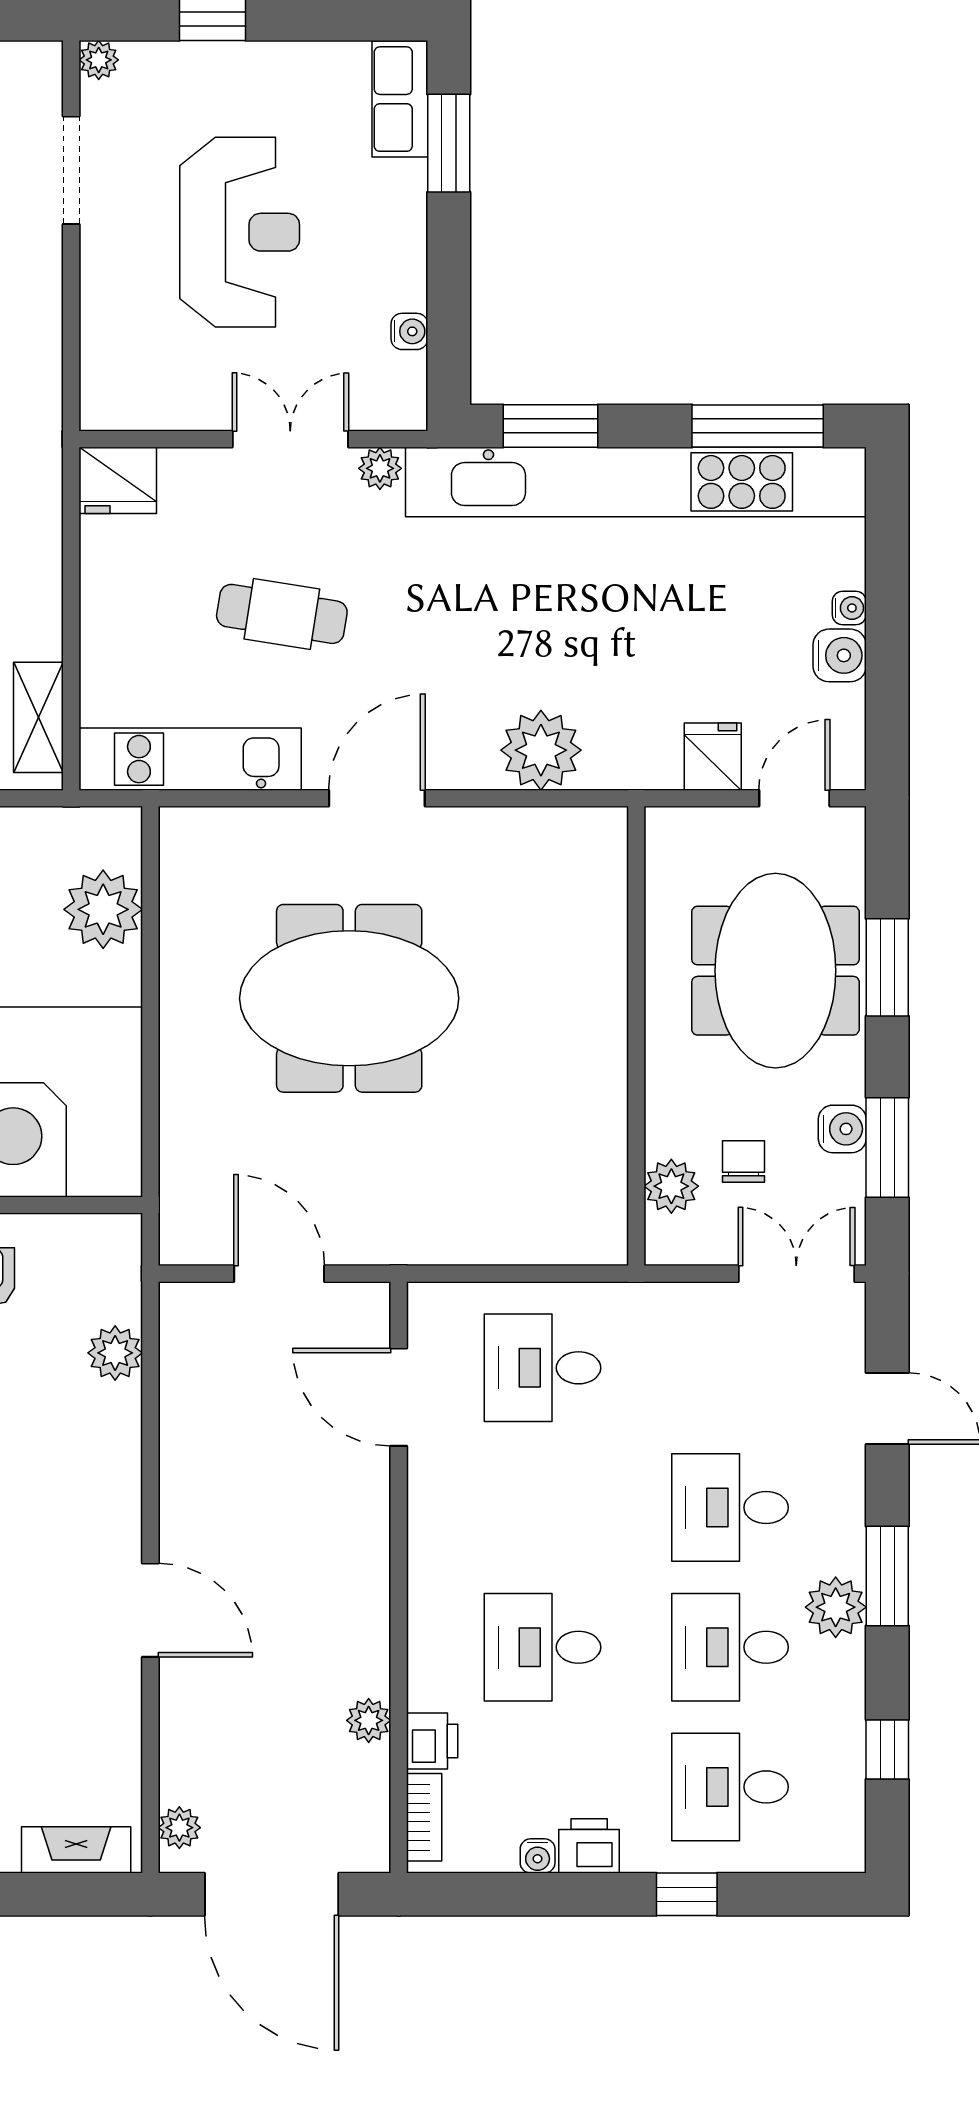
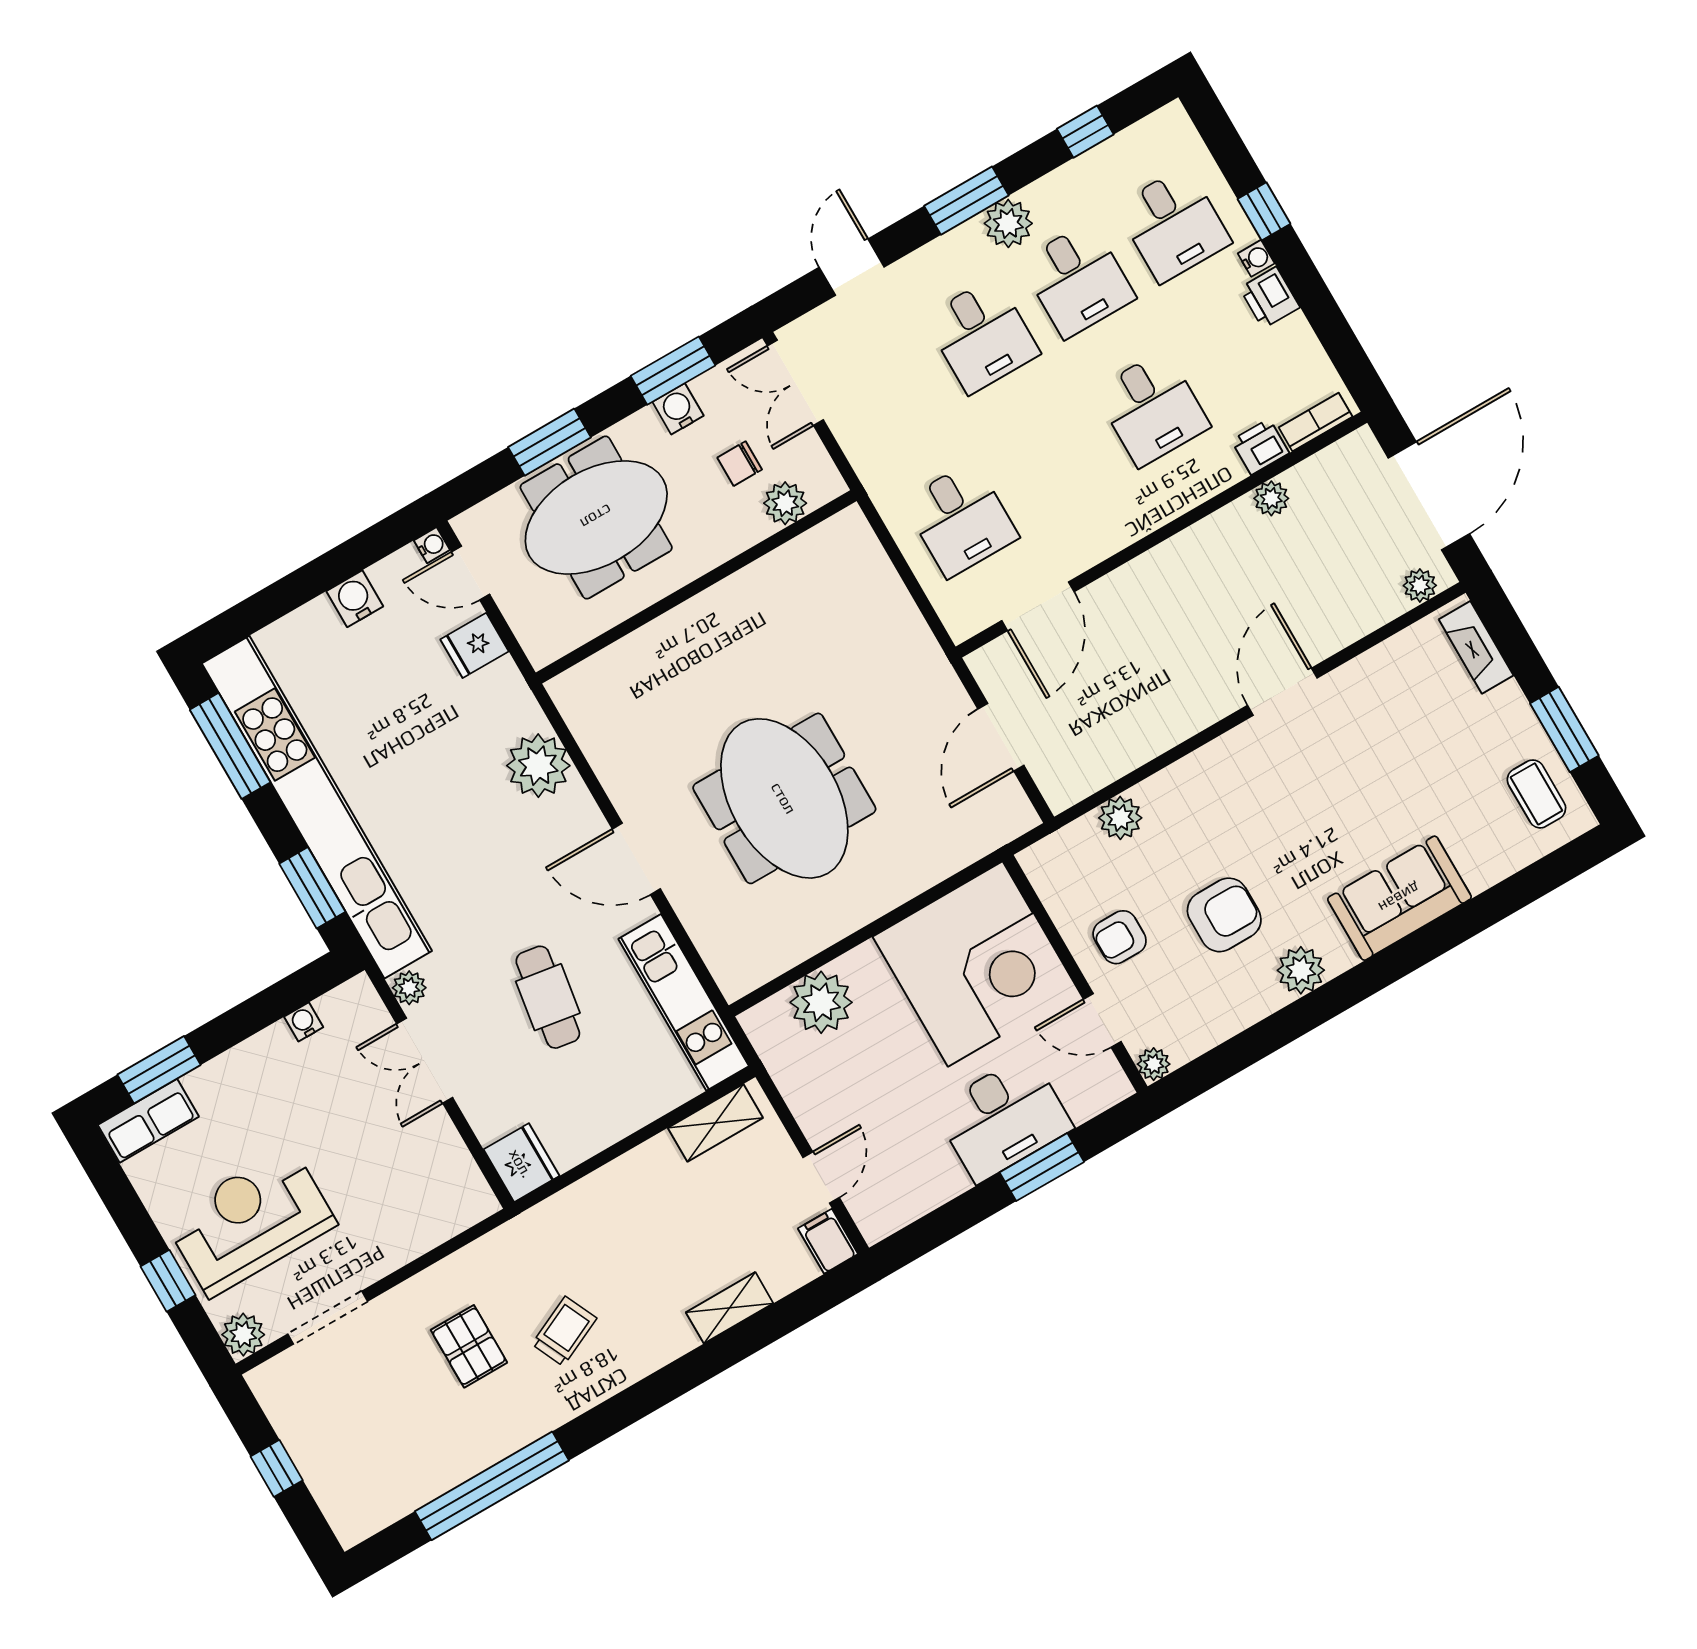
plant: (99, 60) -> (243, 1335), width x1.38, depth x1.38
reception desk: (240, 232) -> (250, 1221), moved
water cooler: (849, 608) -> (432, 545), moved, turned 90
water cooler: (538, 1856) -> (1256, 258), moved

